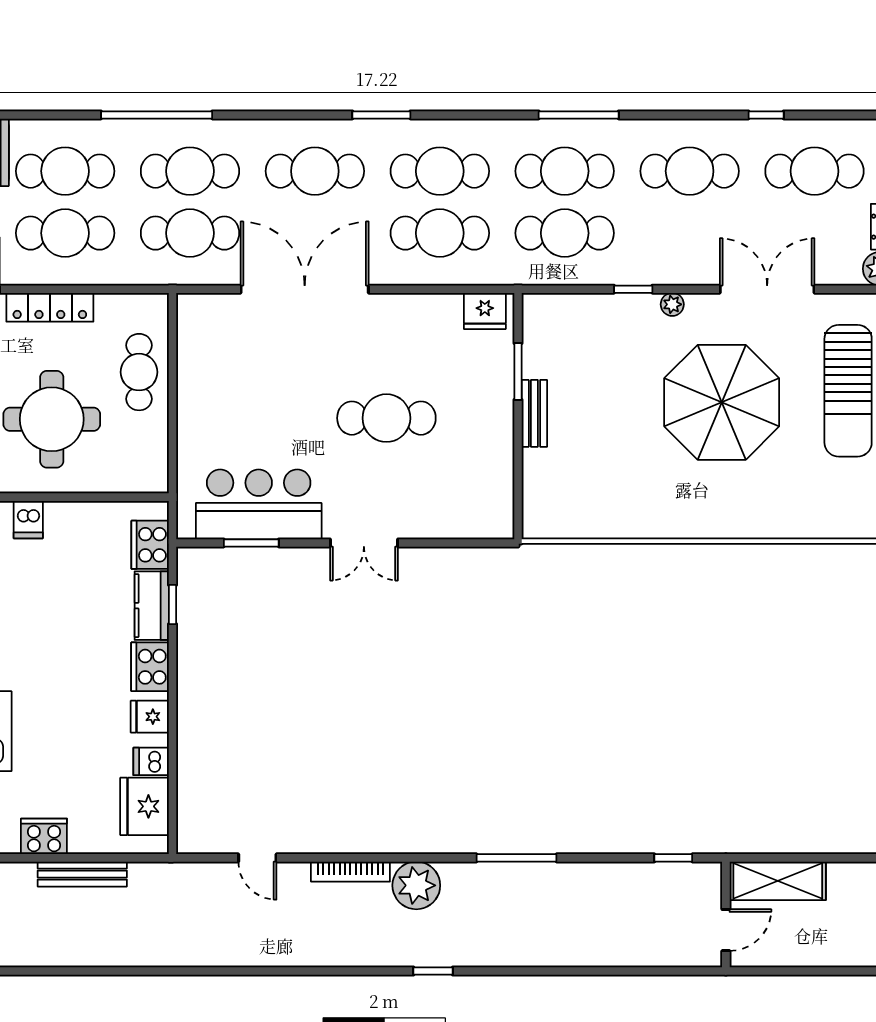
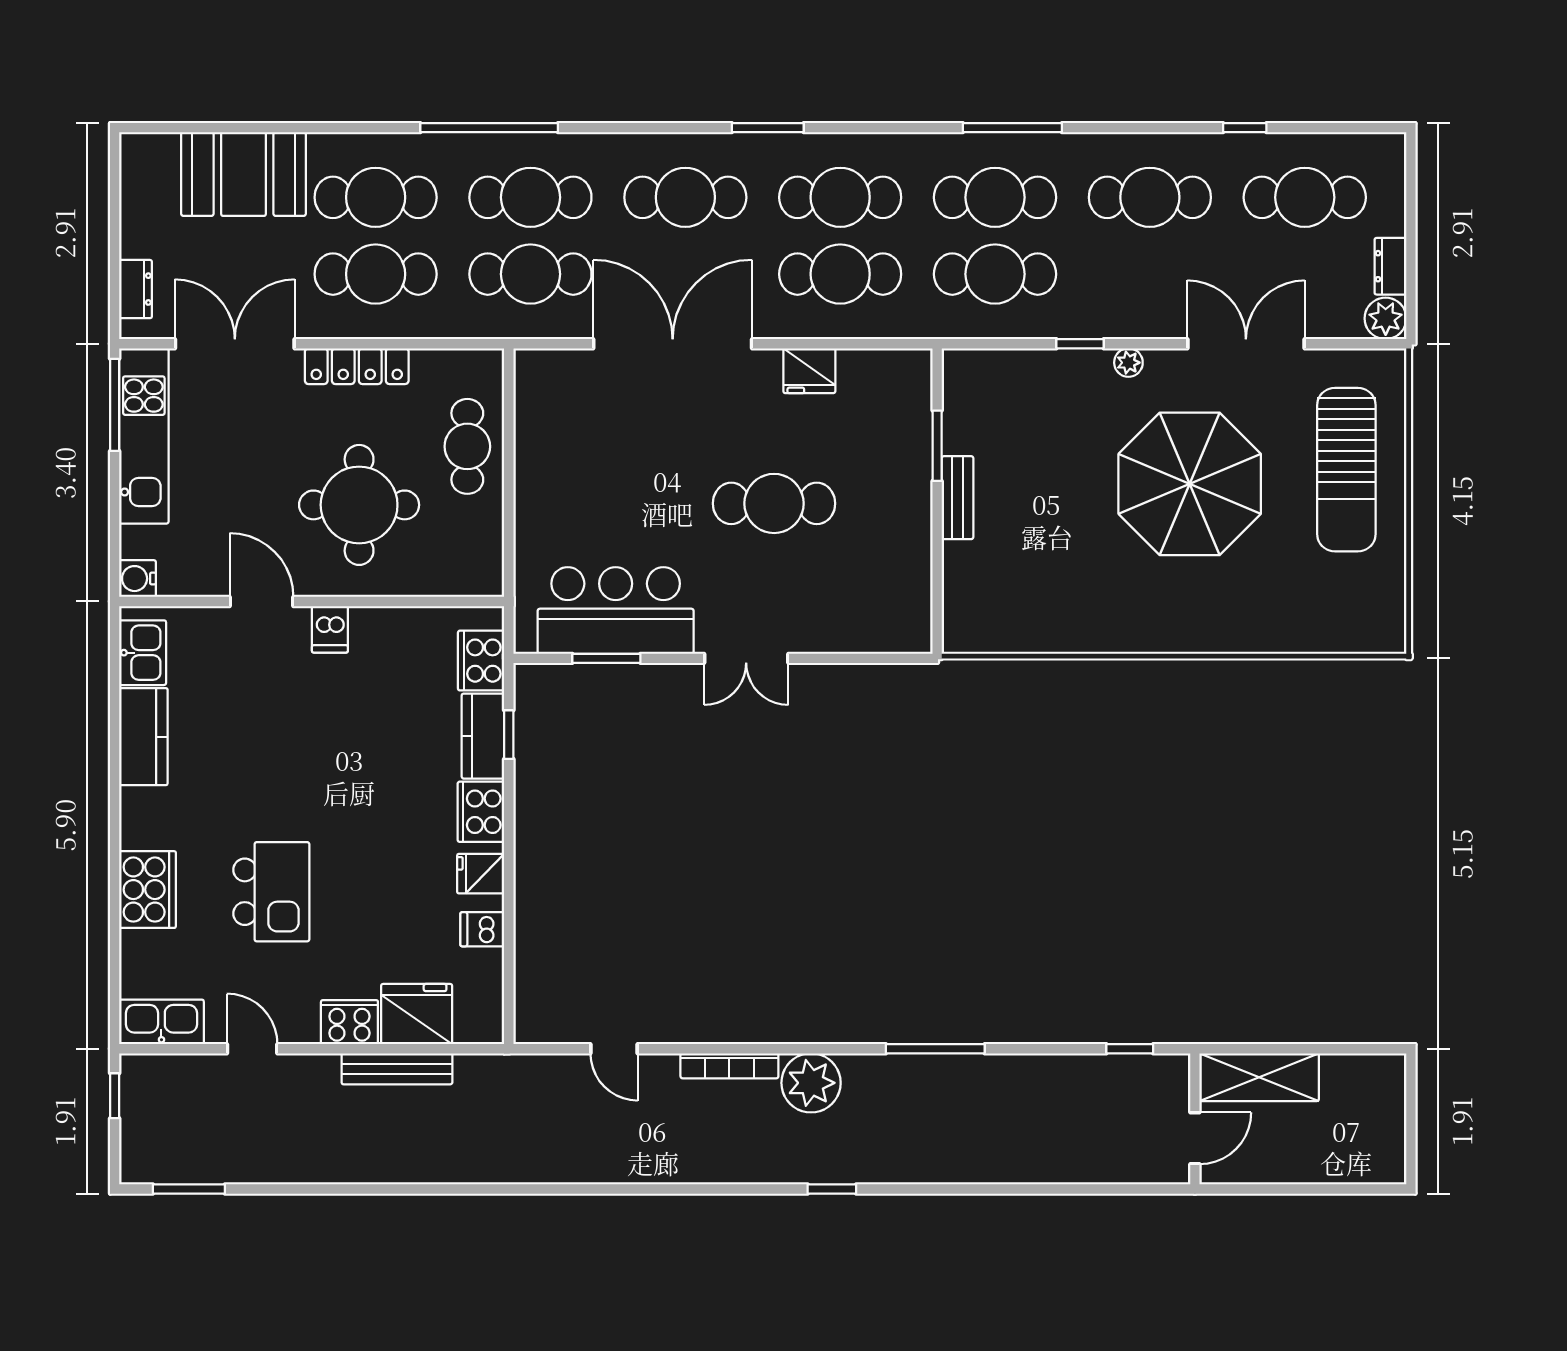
fridge: (485, 311) -> (809, 371), moved
fridge: (145, 806) -> (417, 1014), moved, turned 90

